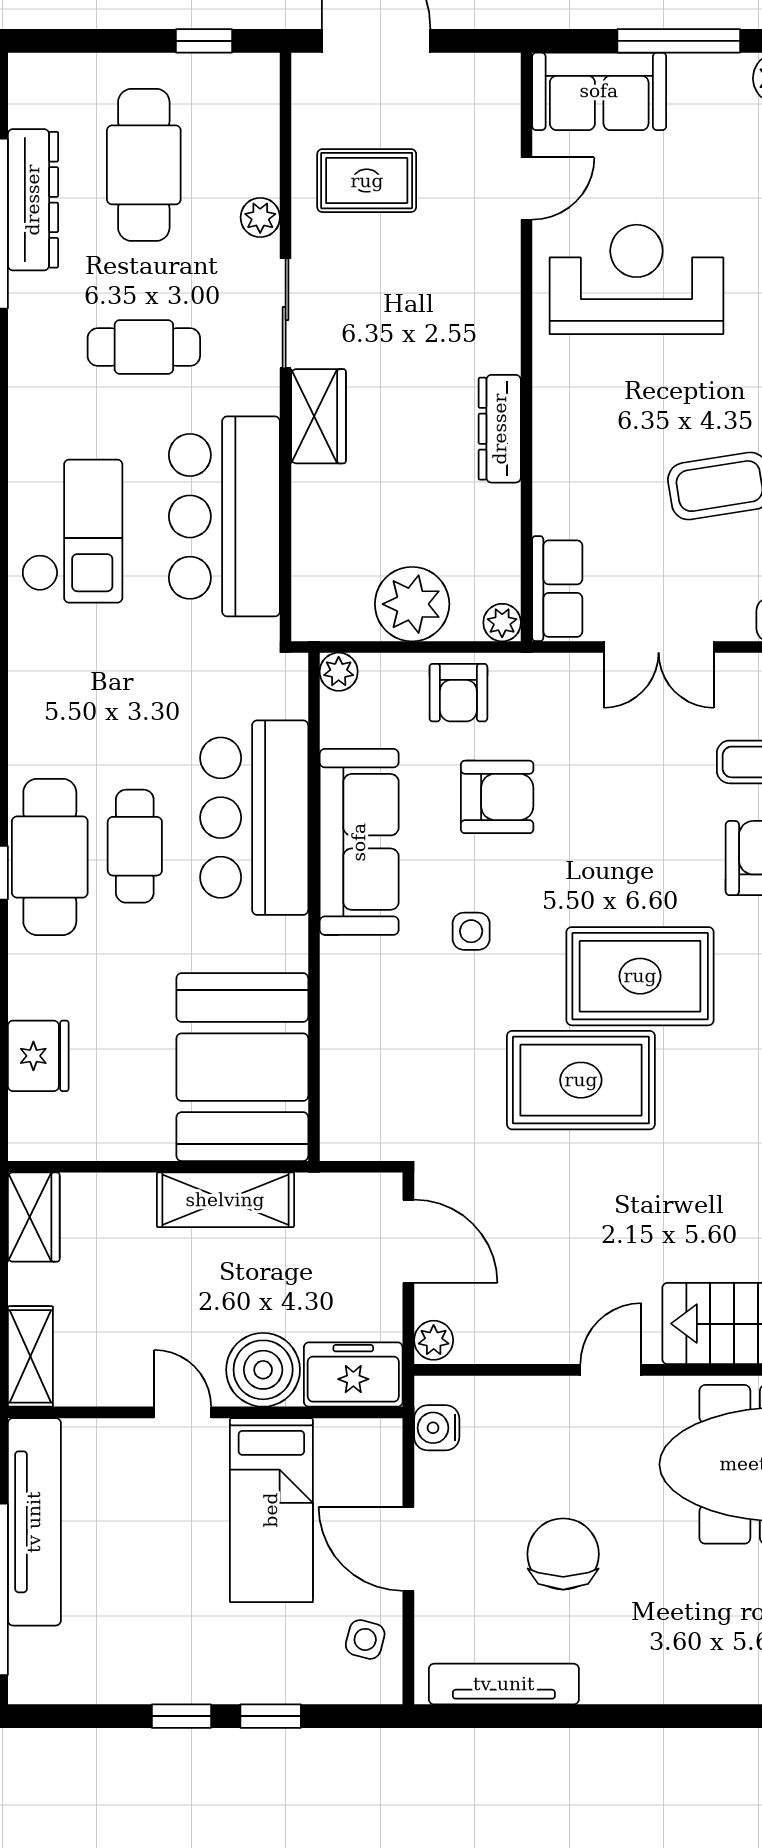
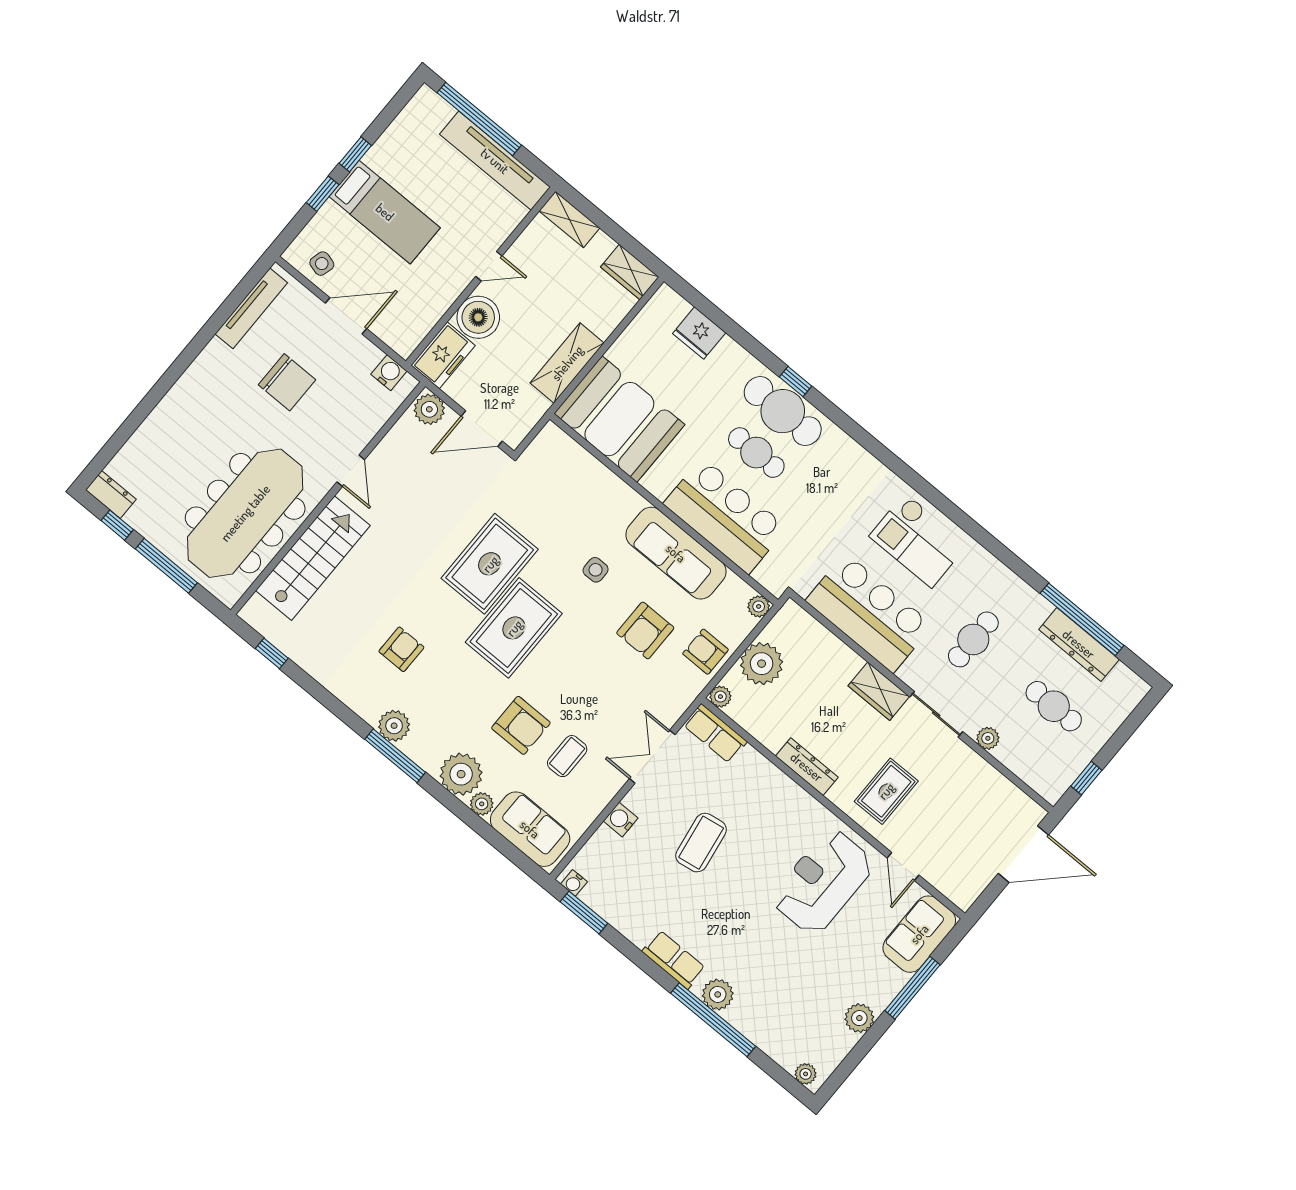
cafe table: (144, 165) -> (1054, 706), width x0.73, depth x0.74
rug: (367, 181) -> (886, 791), moved
reception desk: (636, 279) -> (823, 882), turned 180
plant: (434, 1340) -> (429, 409), width x1.38, depth x1.38
bed: (271, 1510) -> (385, 212), moved, turned 180

